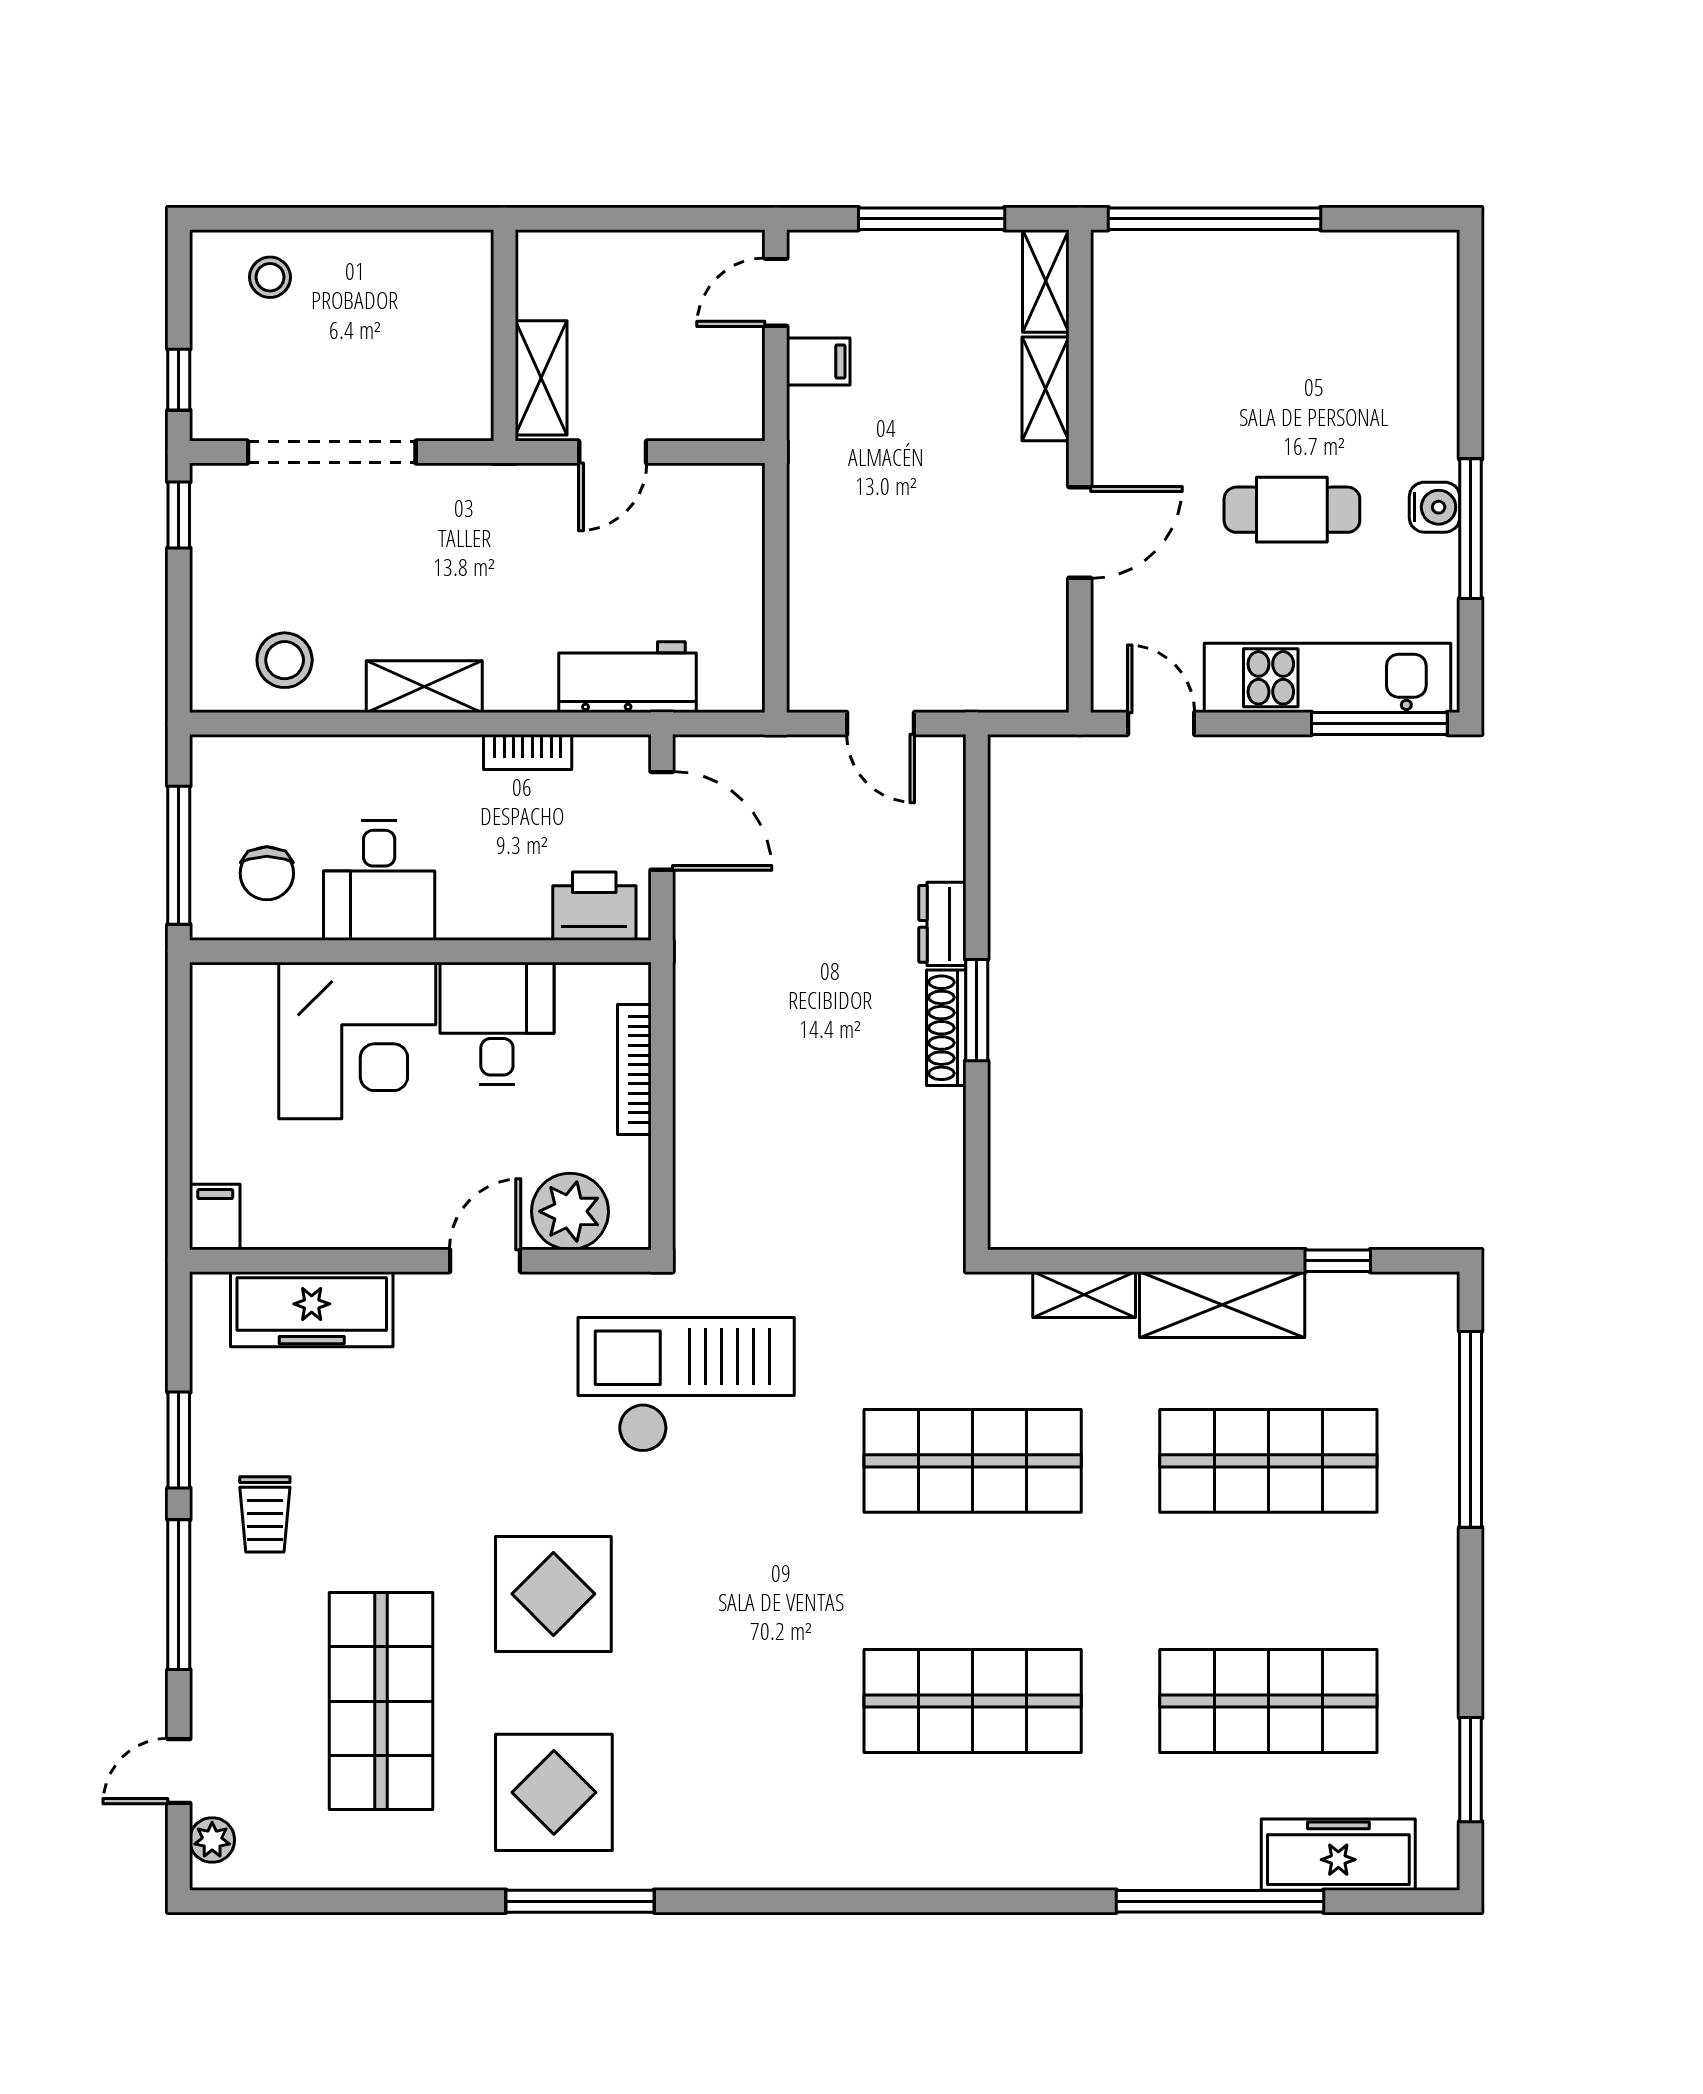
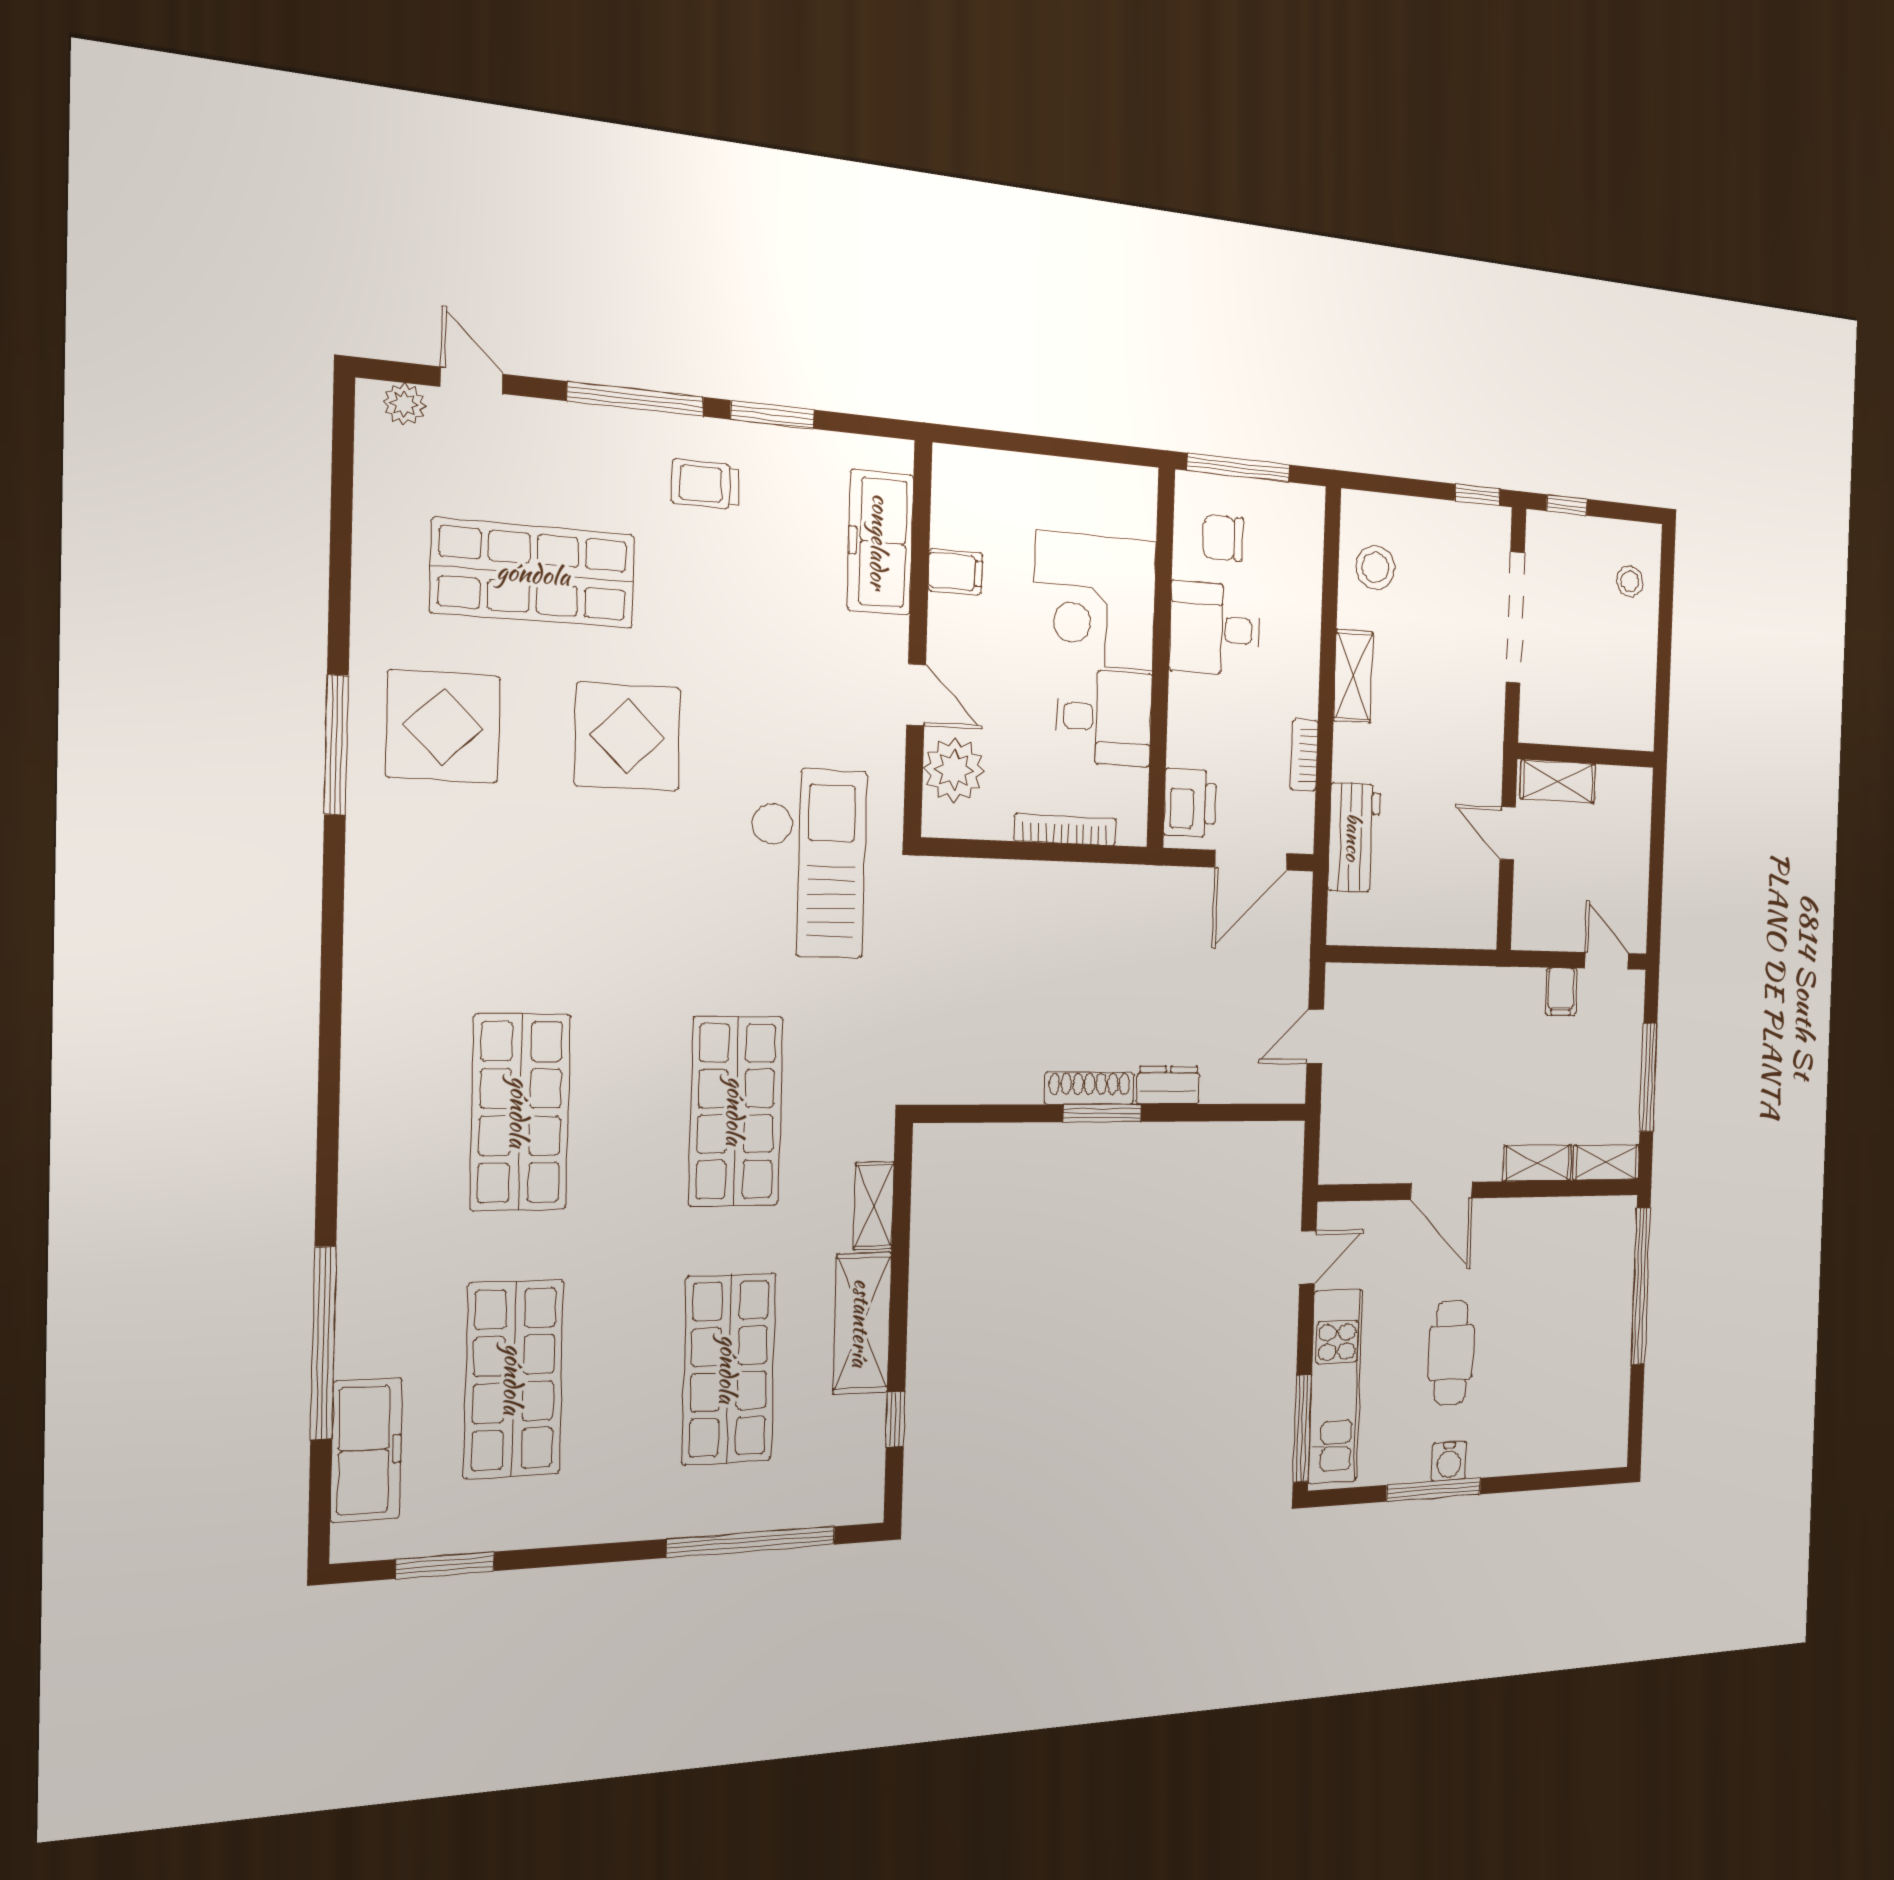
filing cabinet: (215, 1217) -> (955, 572), moved

